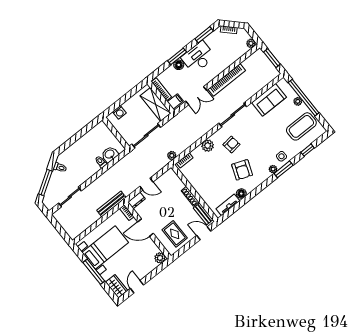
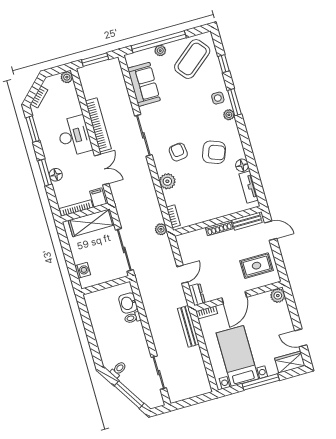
desk: (198, 57) -> (74, 136), moved, turned 180
coffee table: (301, 126) -> (192, 59), turned 51
door: (204, 233) -> (271, 231), swing flipped

